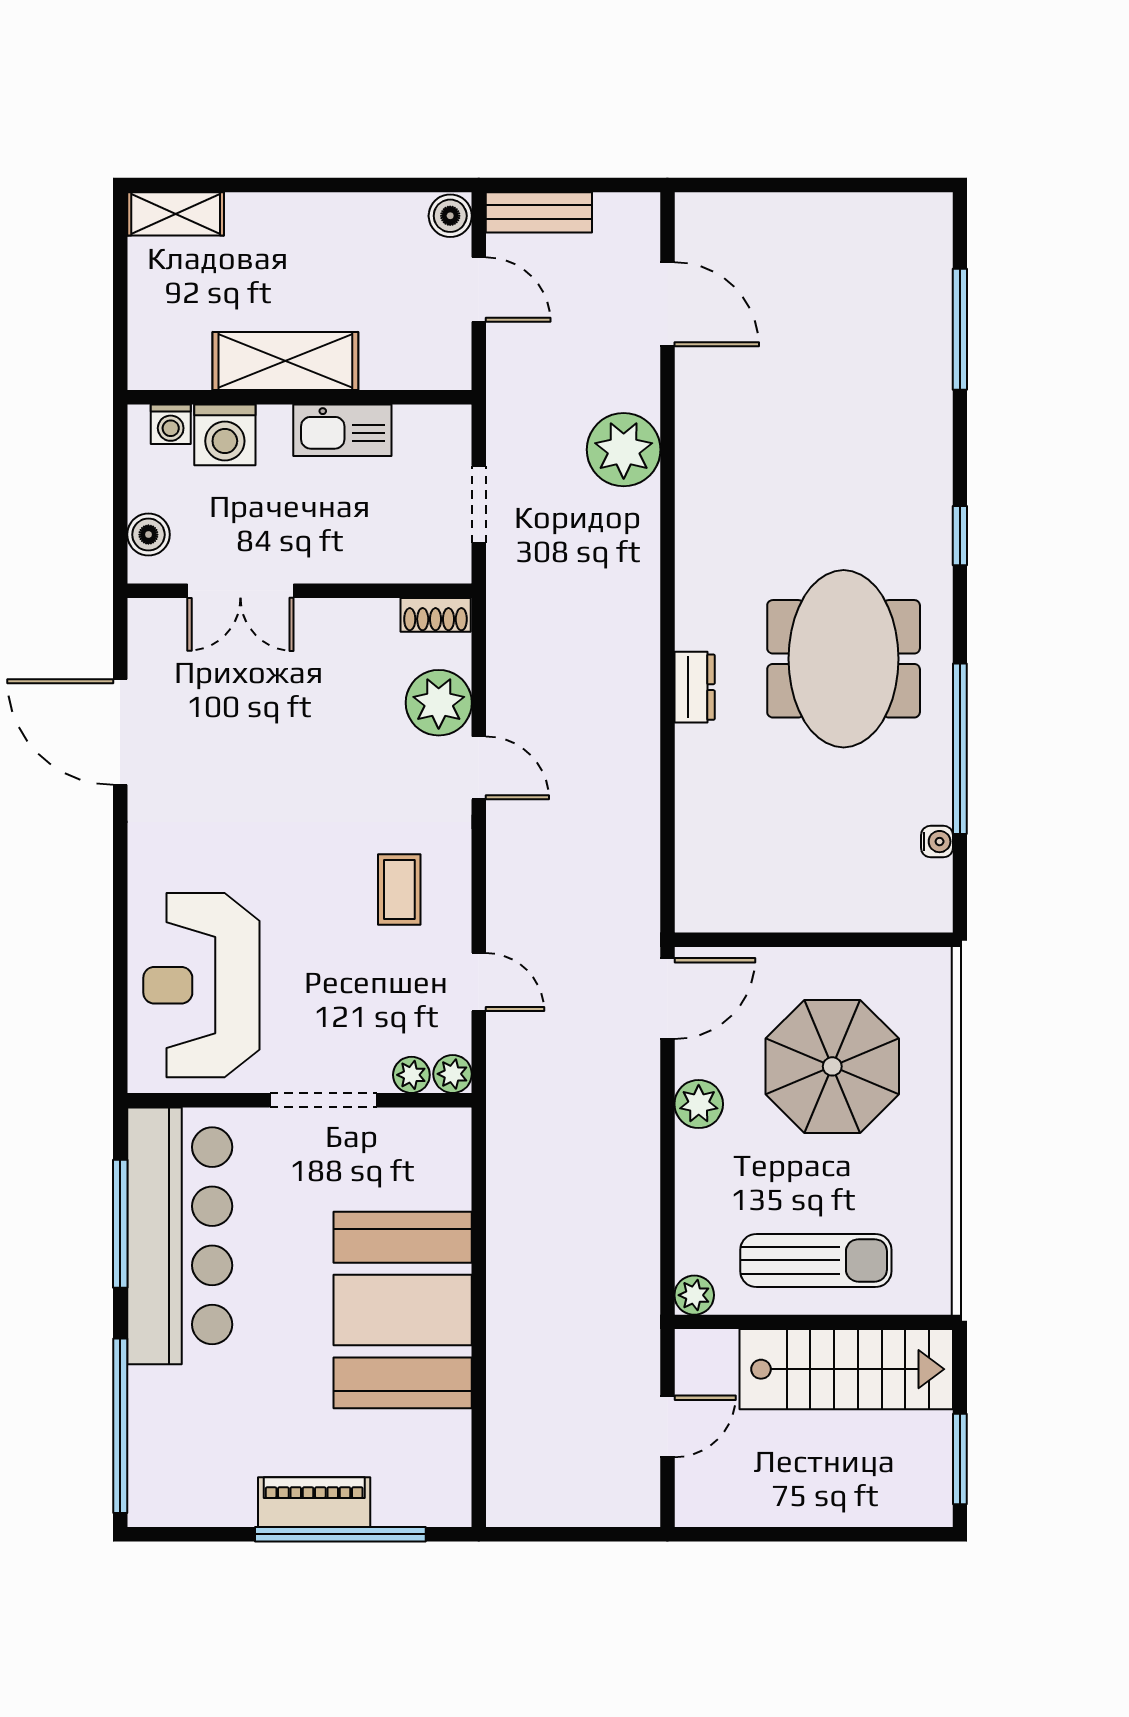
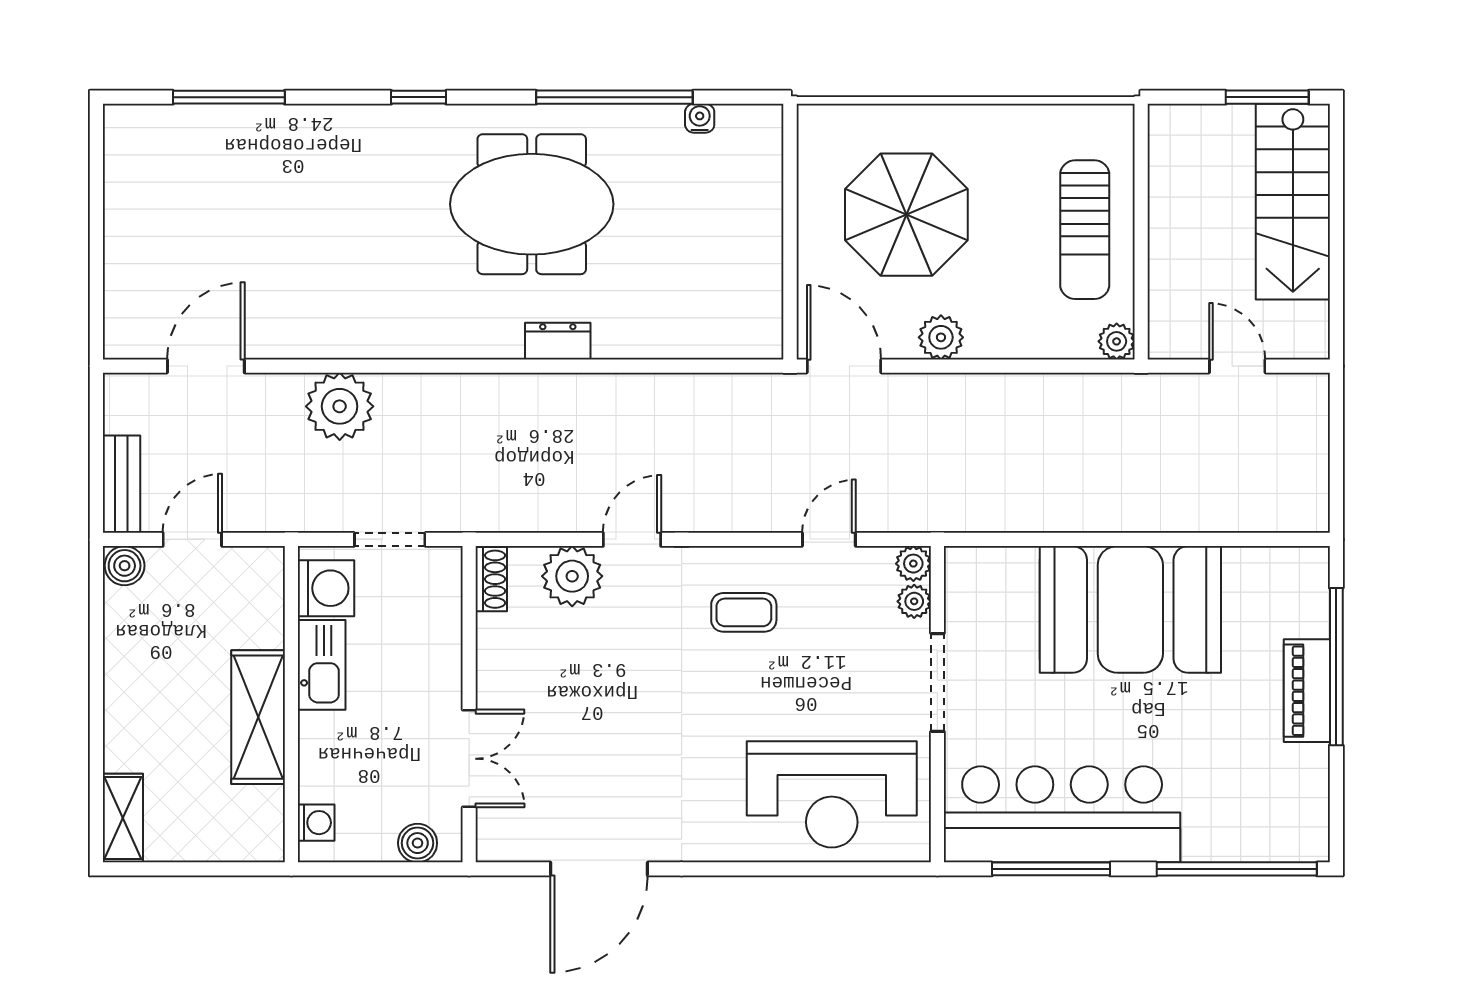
washing machine: (225, 435) -> (326, 588), moved
sun lounger: (816, 1260) -> (1085, 230), turned 180
stairs: (846, 1369) -> (1293, 202), moved, turned 180

